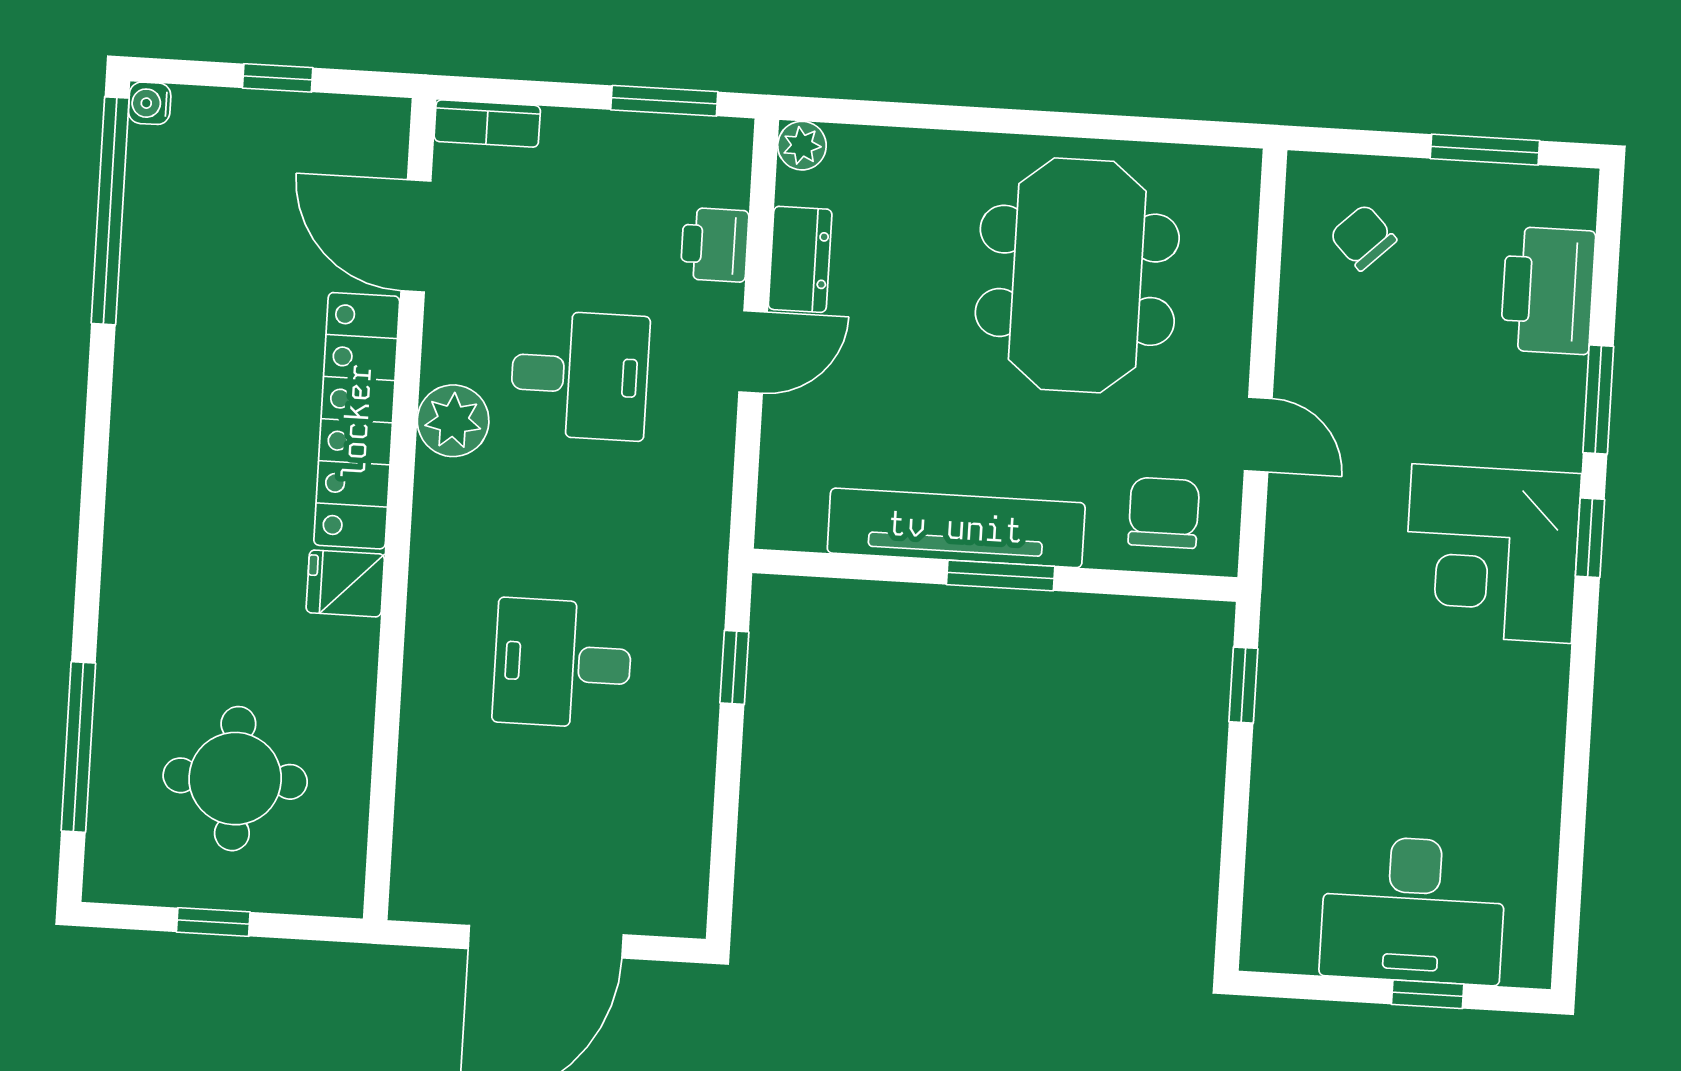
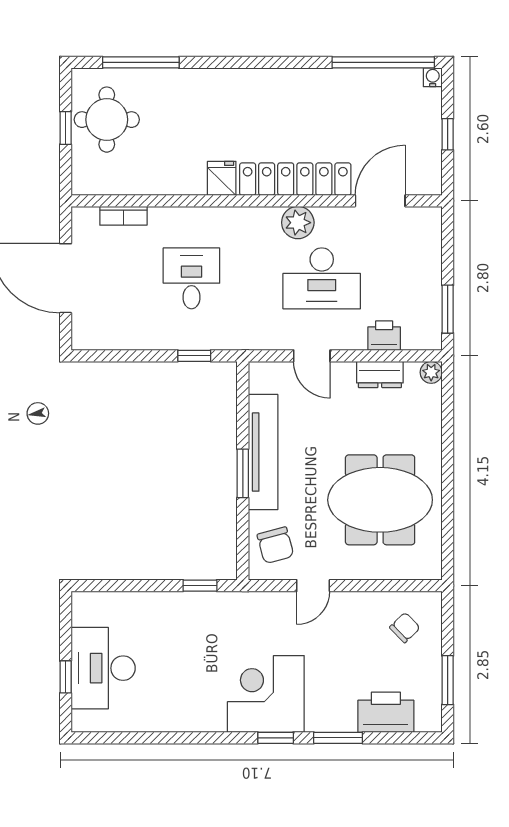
bookcase: (487, 124) -> (123, 216), moved, turned -90
door: (753, 352) -> (312, 356), moved
desk: (580, 375) -> (322, 278), width x1.37
chair: (1164, 513) -> (275, 545), turned 75
round table: (235, 779) -> (107, 120), moved

